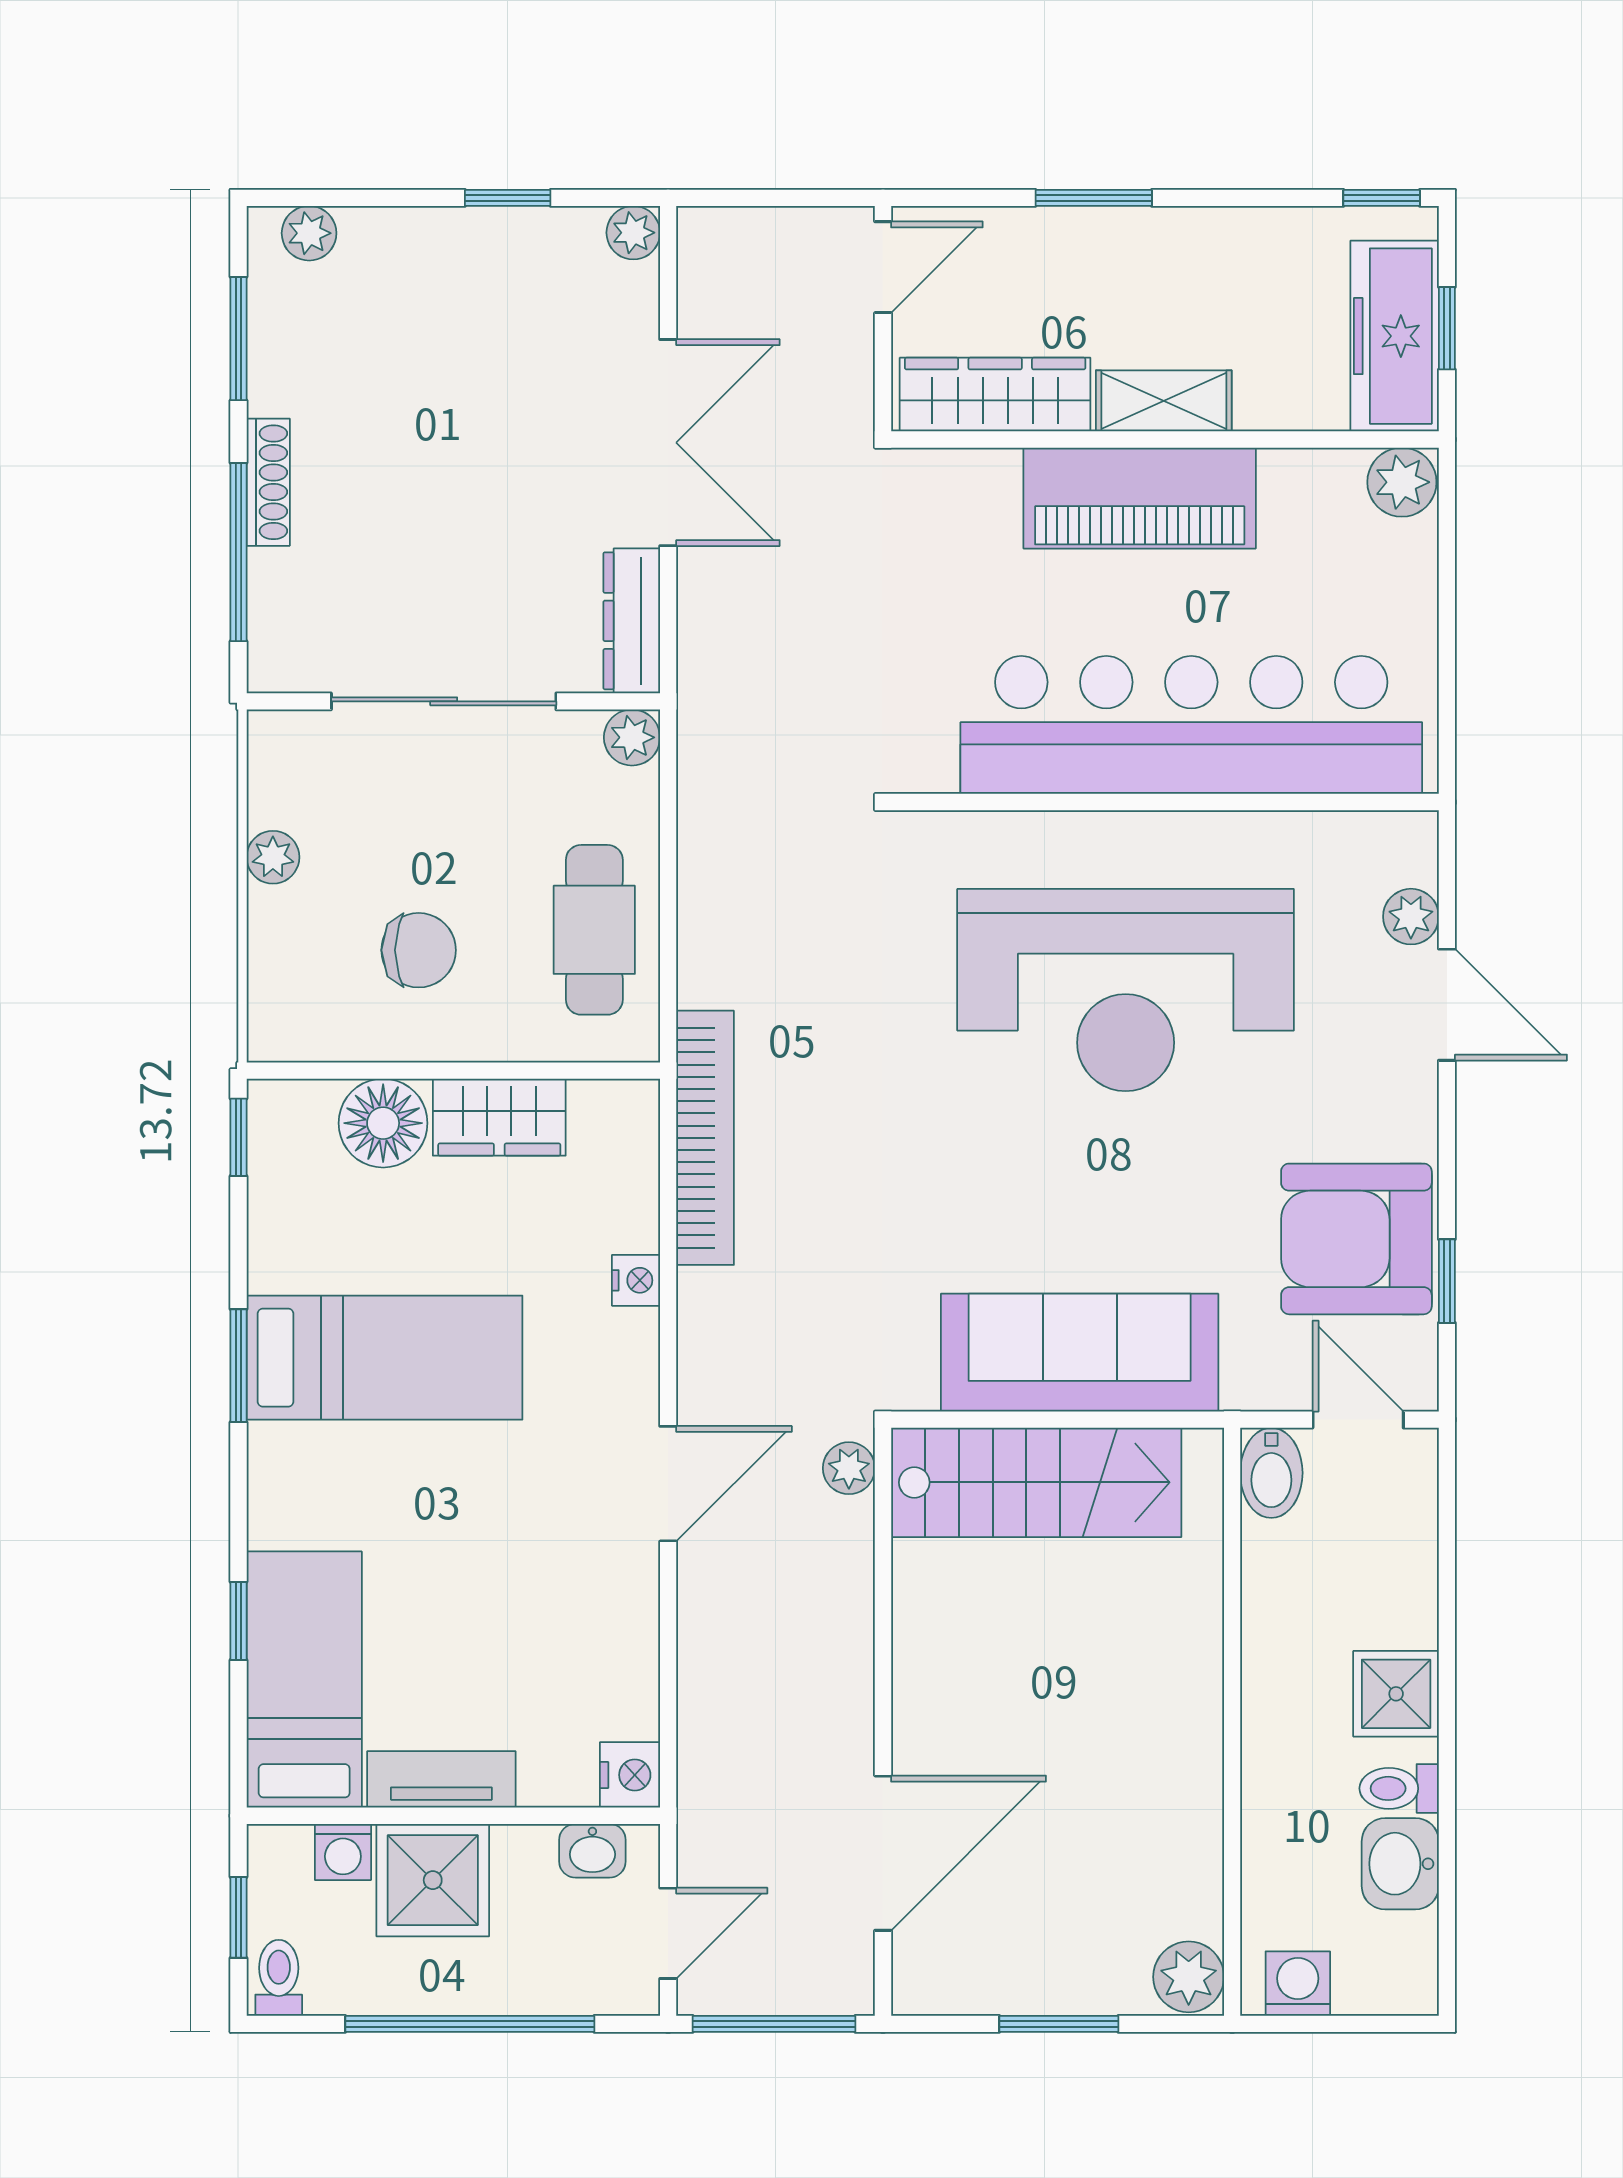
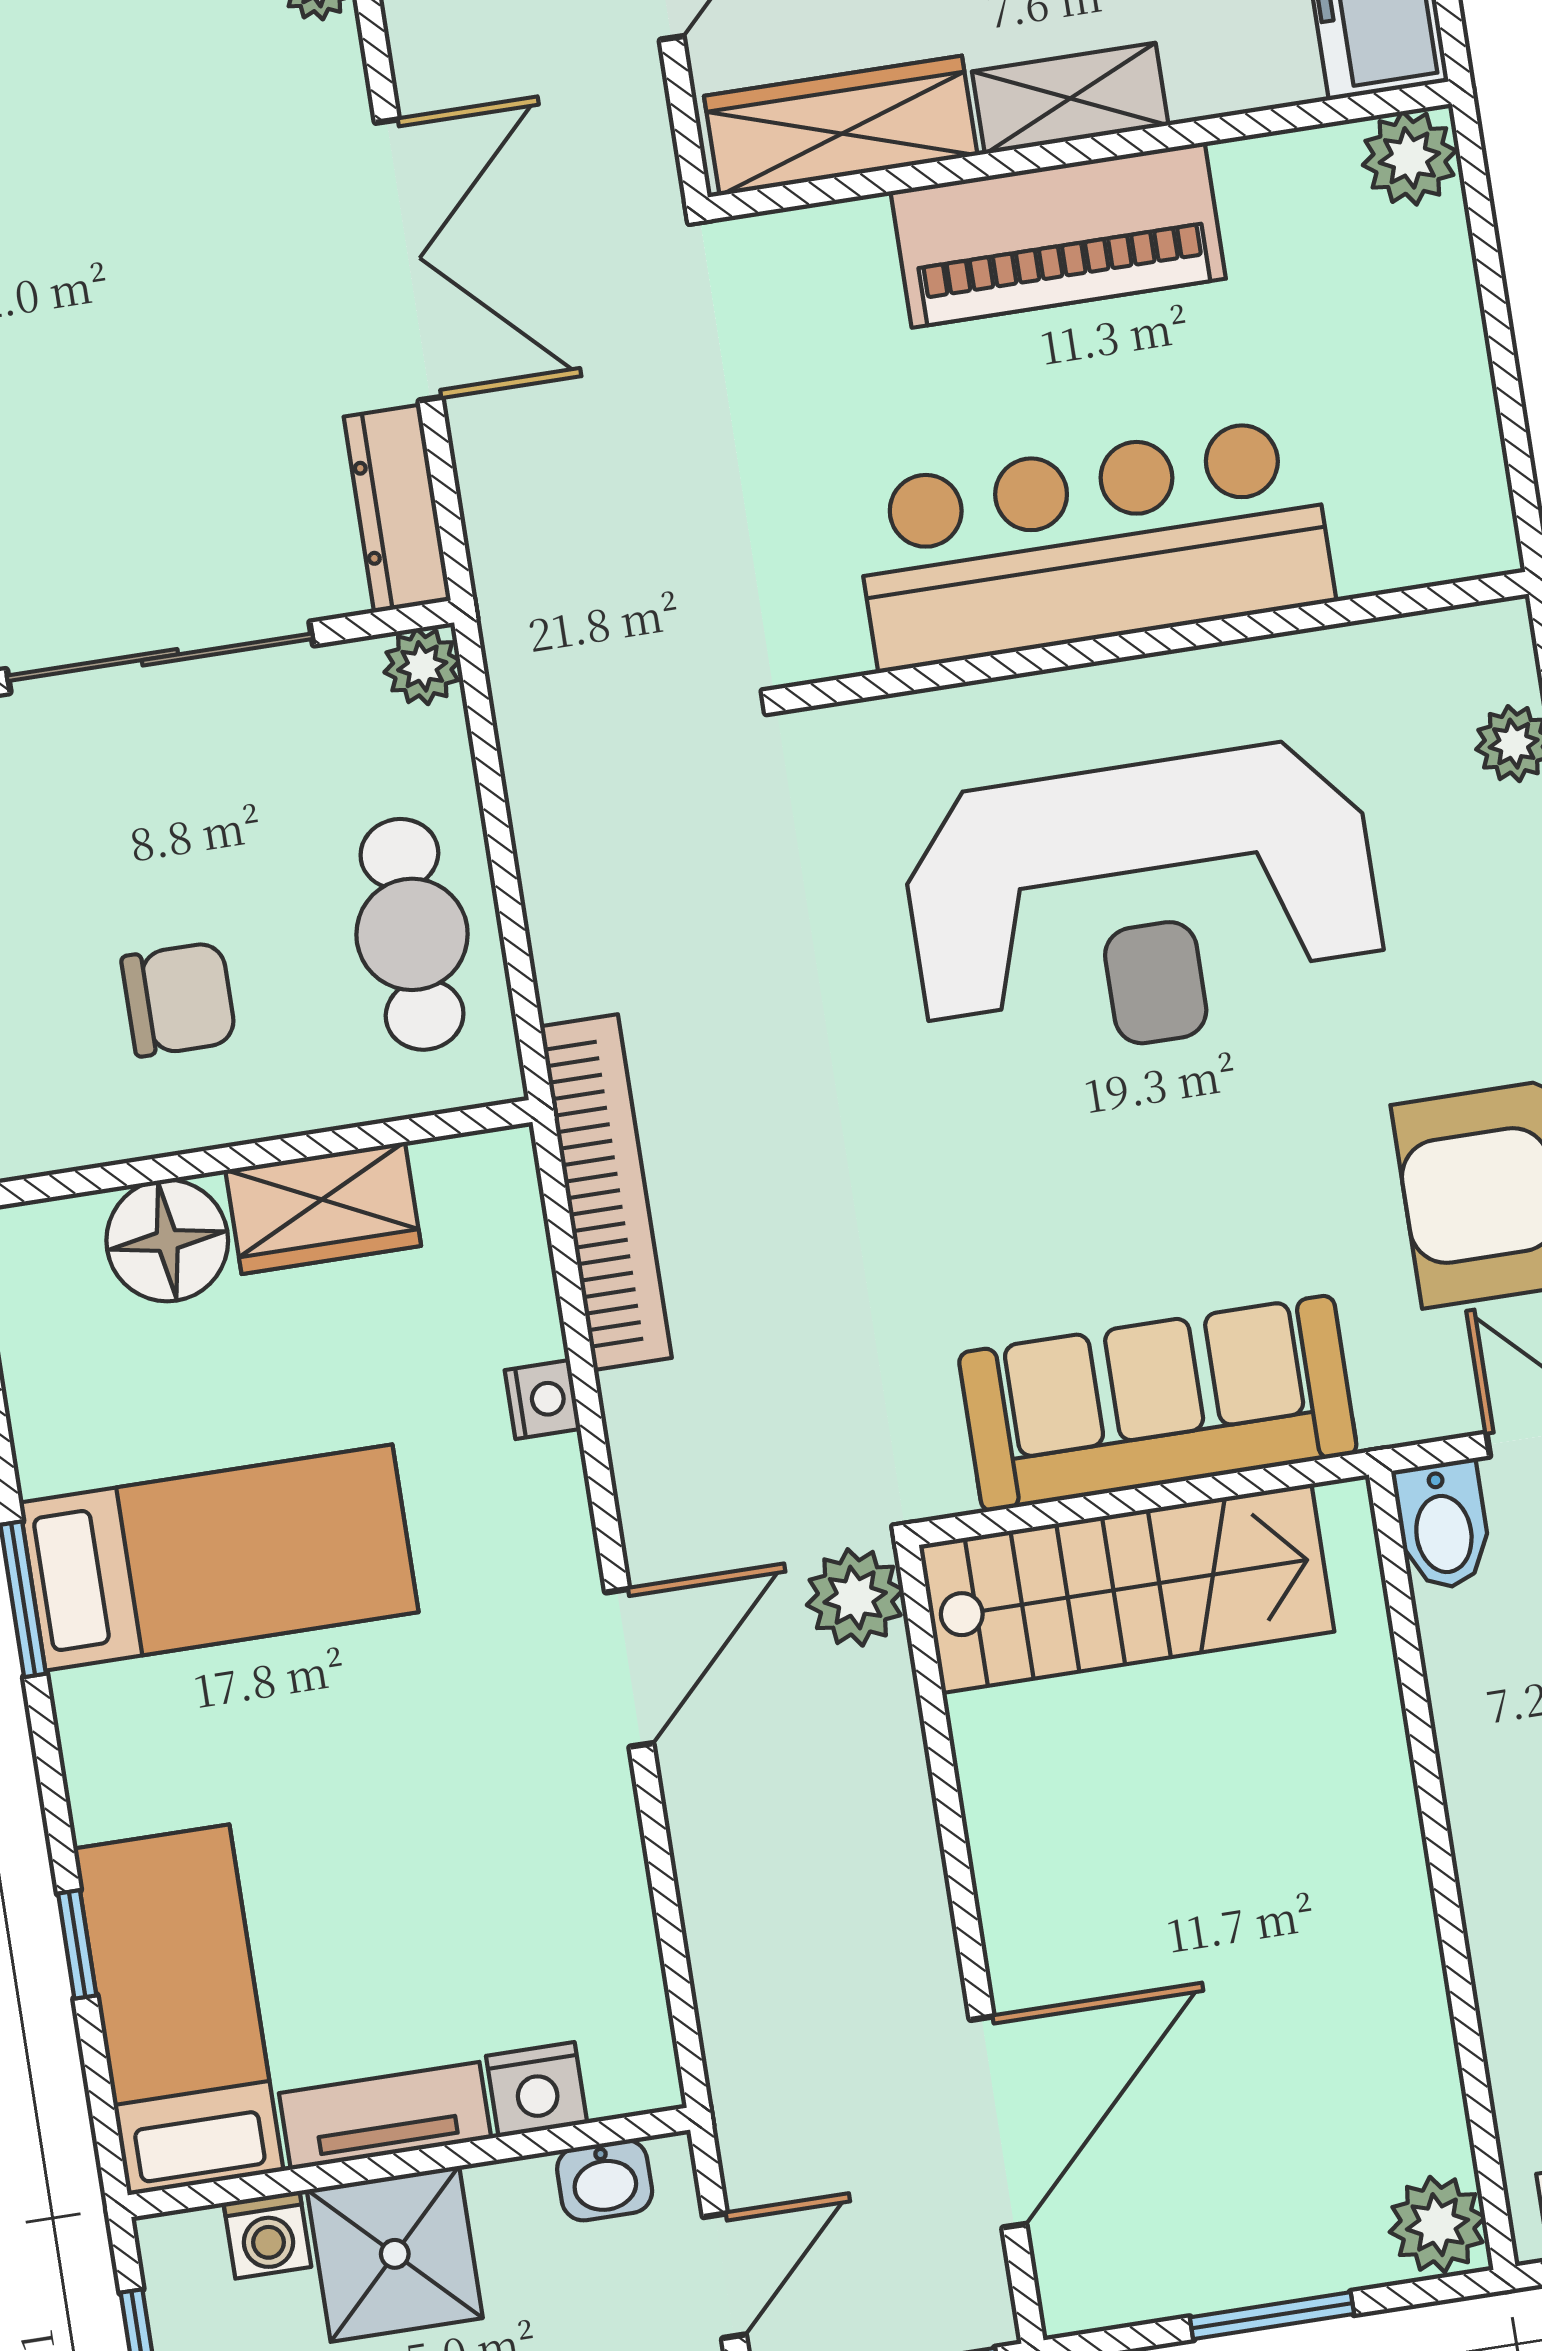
bar counter: (1191, 725) -> (1093, 544), width x0.73
plant: (849, 1468) -> (855, 1597), width x1.38, depth x1.38
nightstand: (630, 1775) -> (537, 2090), moved, turned 90

